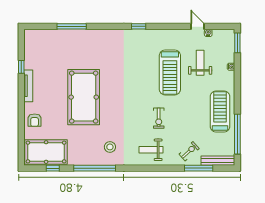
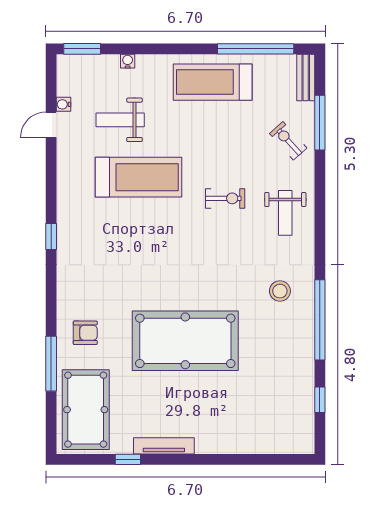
armchair: (35, 120) -> (85, 333), moved
pool table: (46, 152) -> (86, 410), moved
bench: (218, 161) -> (306, 77), width x0.73

